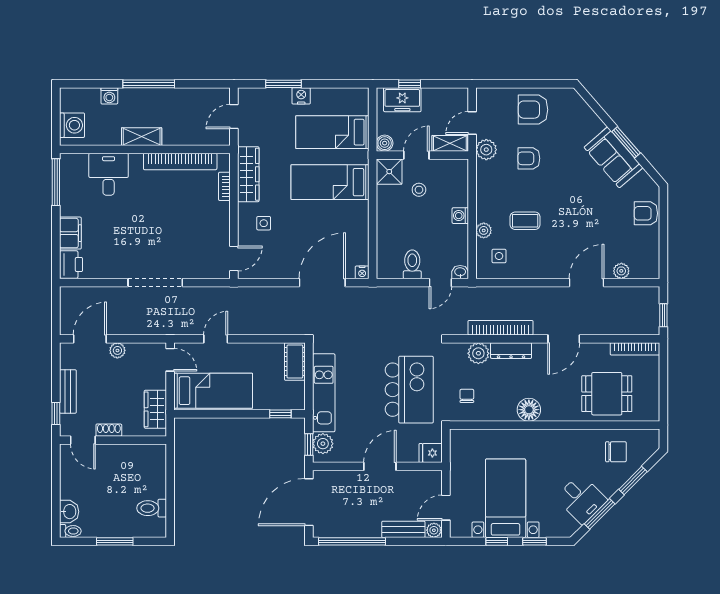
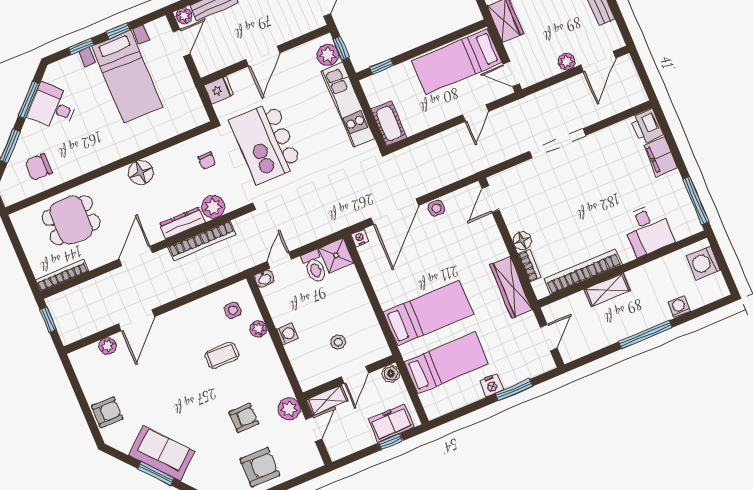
shelving: (142, 137) -> (607, 290), moved
shower: (389, 172) -> (336, 255), moved
floor lamp: (222, 211) -> (522, 241), added
side table: (264, 223) -> (437, 208), moved

